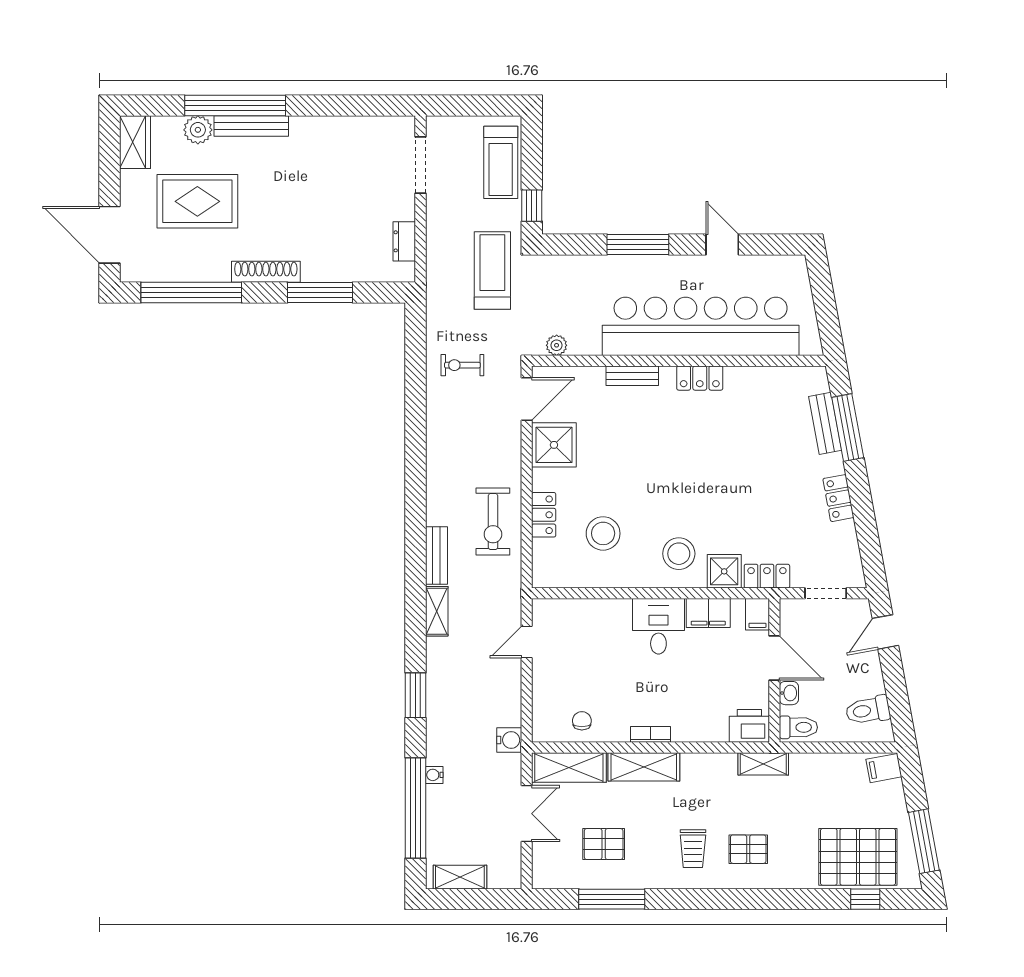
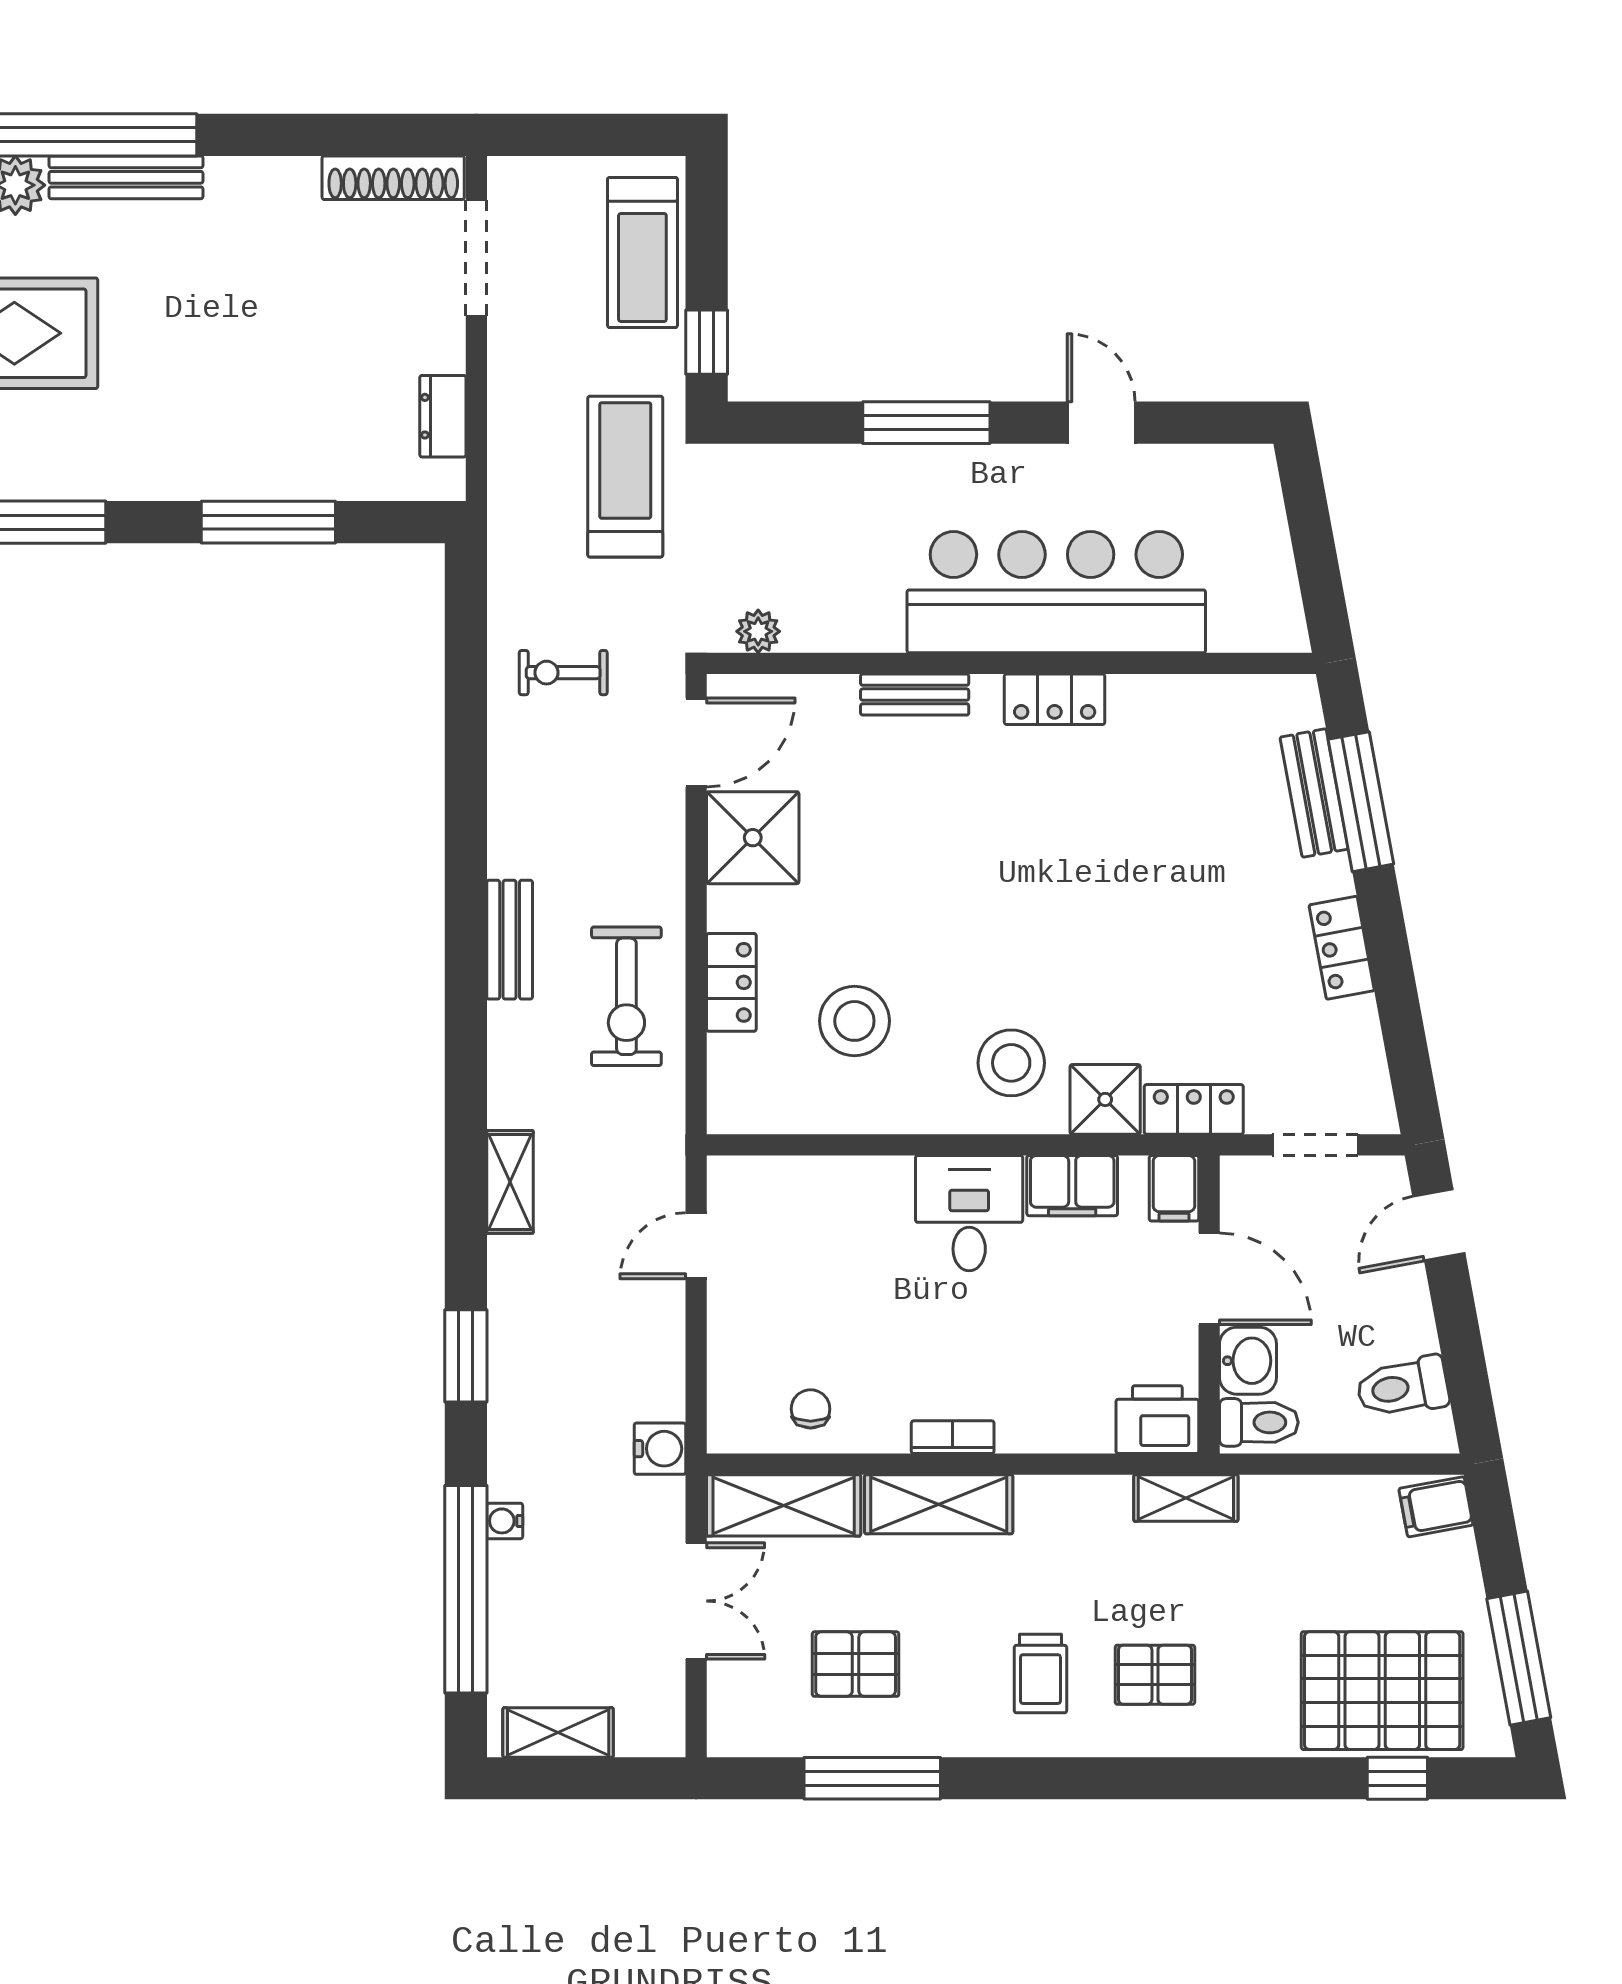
shoe rack: (266, 272) -> (393, 178), moved, turned 180
bar counter: (701, 326) -> (1056, 592), width x0.73
bench: (437, 555) -> (510, 940), moved
washbasin: (789, 693) -> (1248, 1361), width x1.38, depth x1.45

